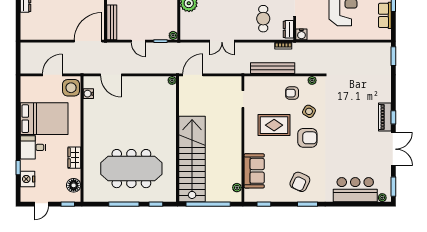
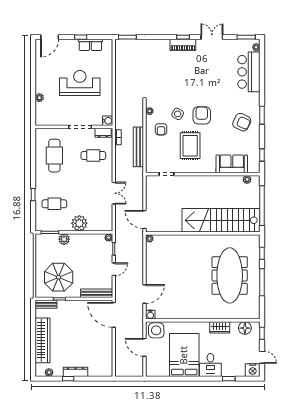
water cooler: (88, 94) -> (150, 315), moved
double door: (393, 149) -> (212, 37), width x0.73
nightstand: (27, 179) -> (253, 370), moved

